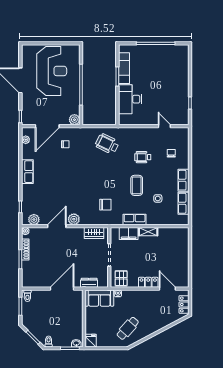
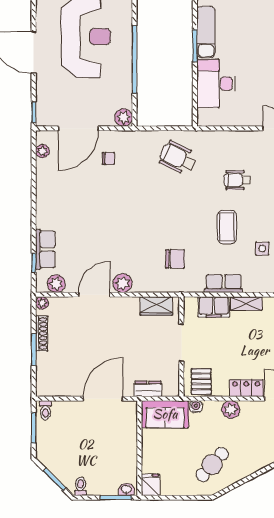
row of seats: (27, 172) -> (45, 249), moved
plant: (139, 295) -> (231, 410), added

